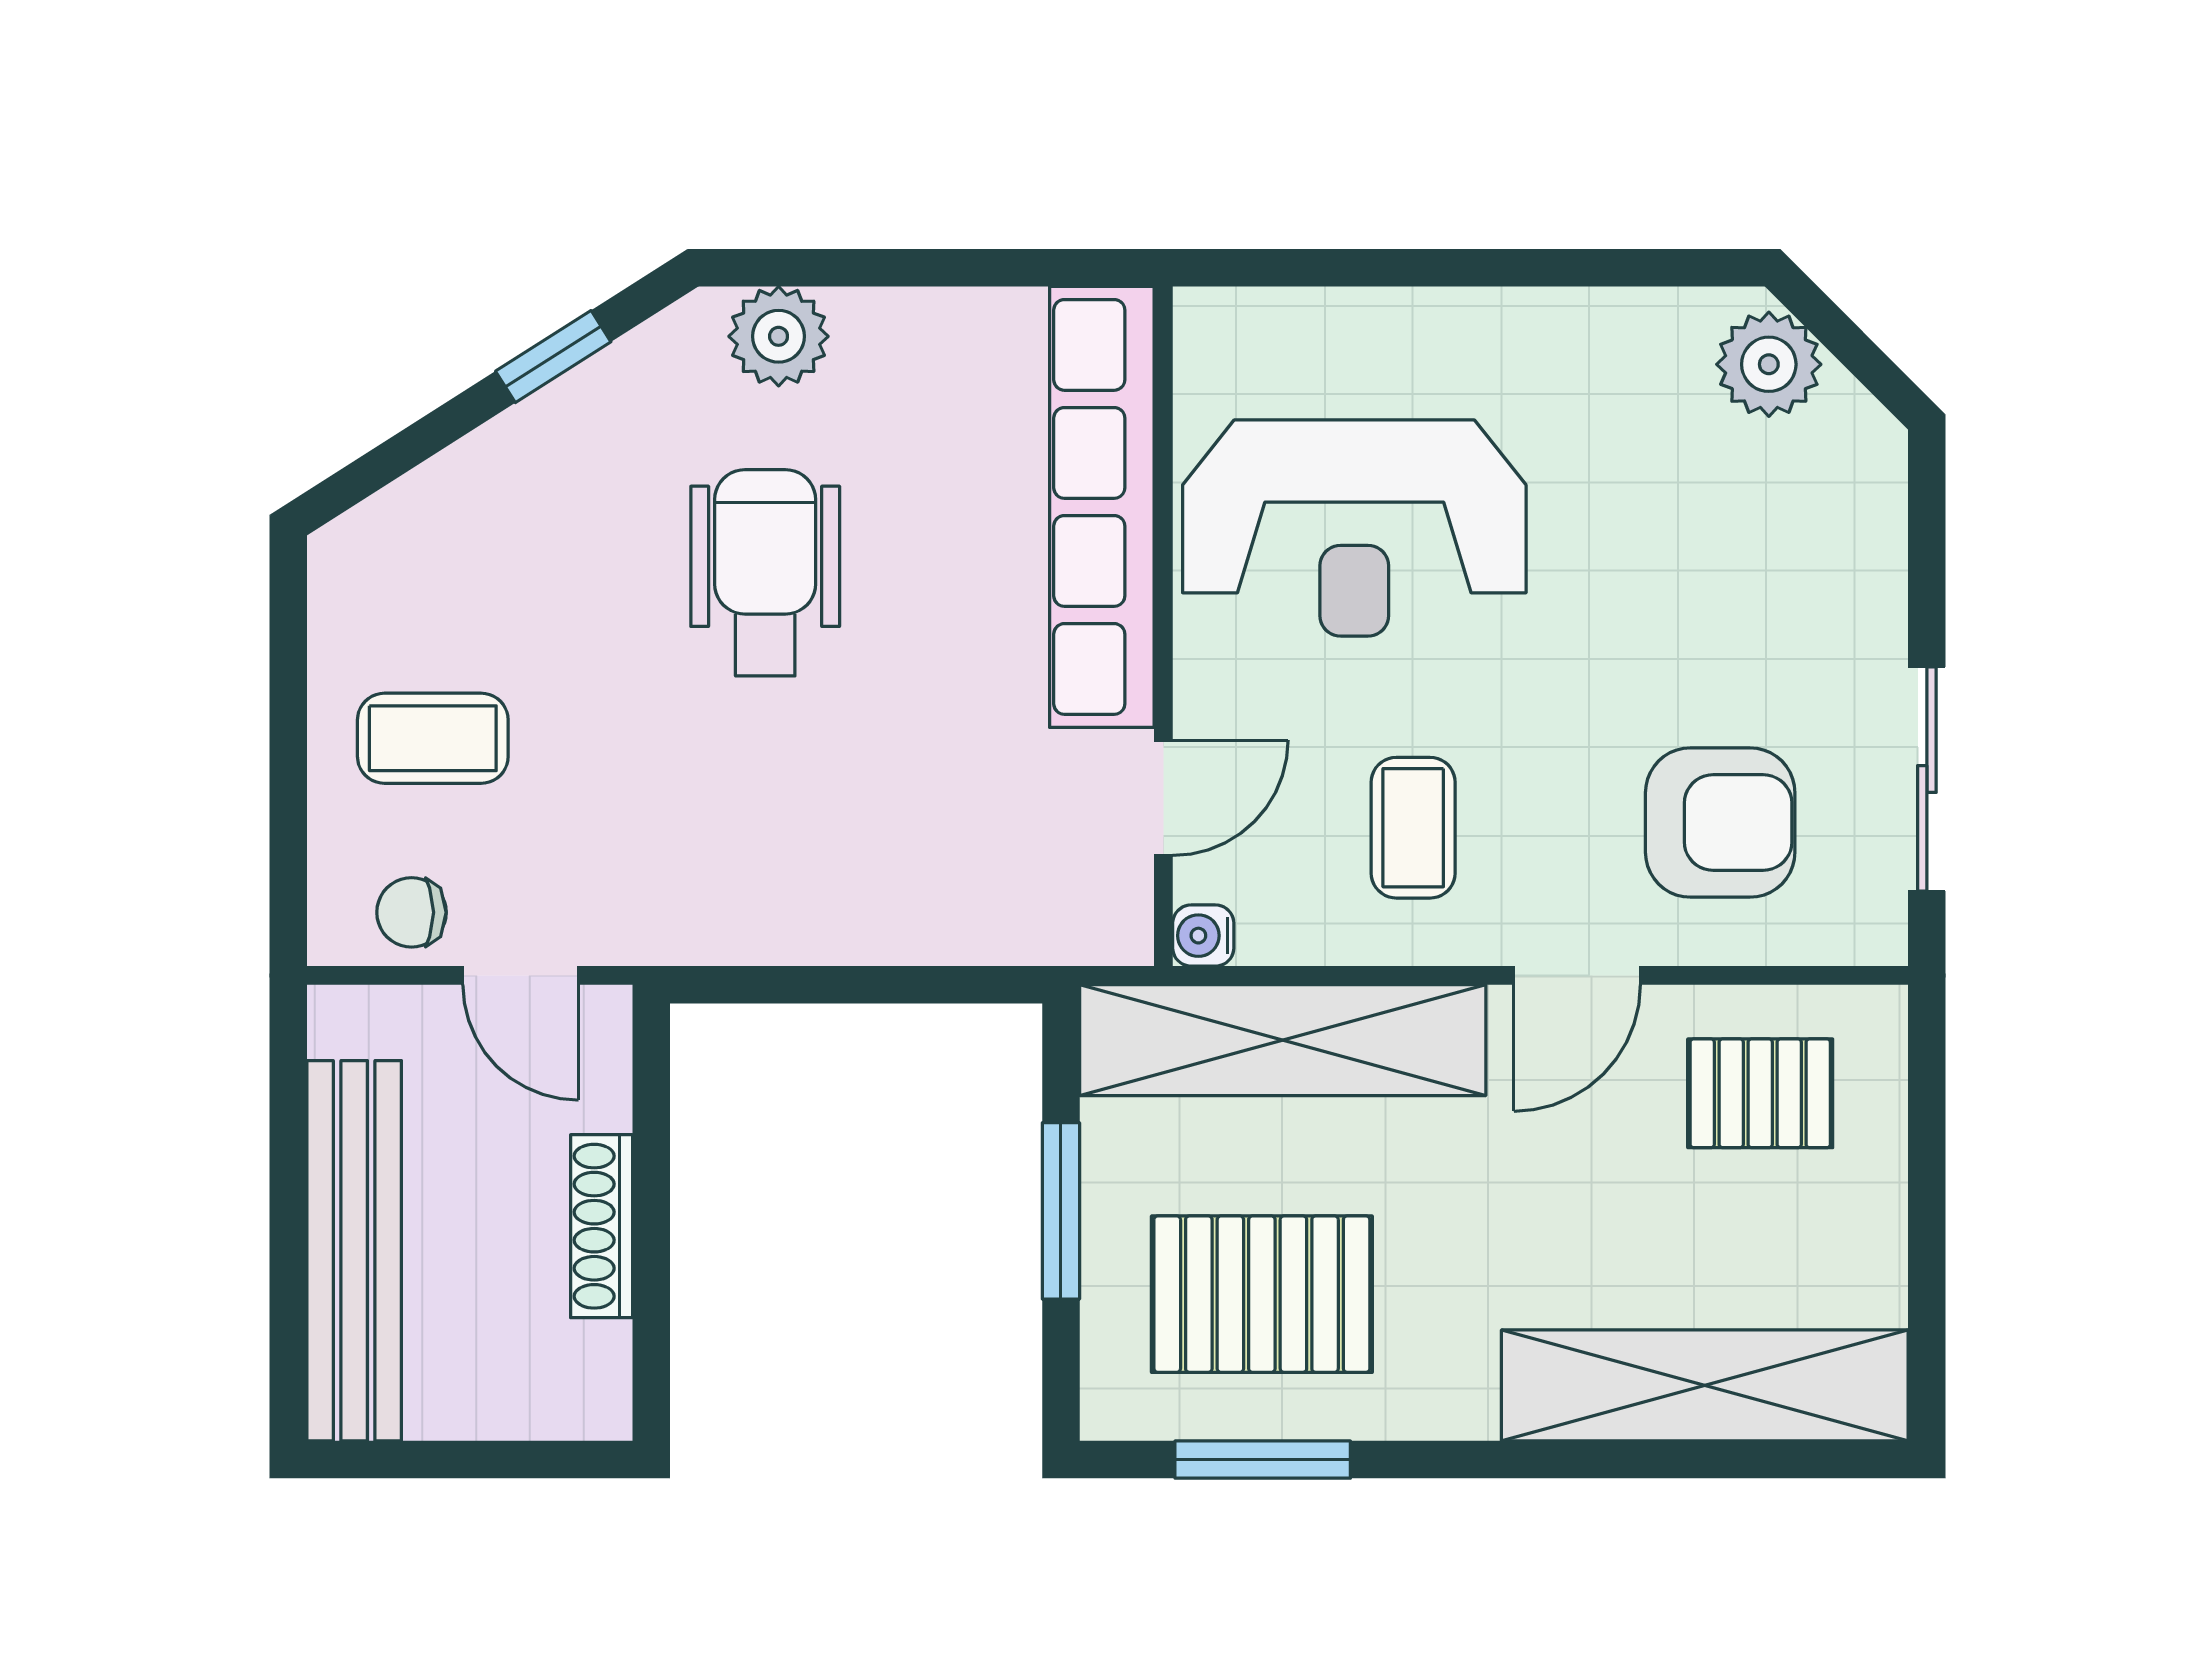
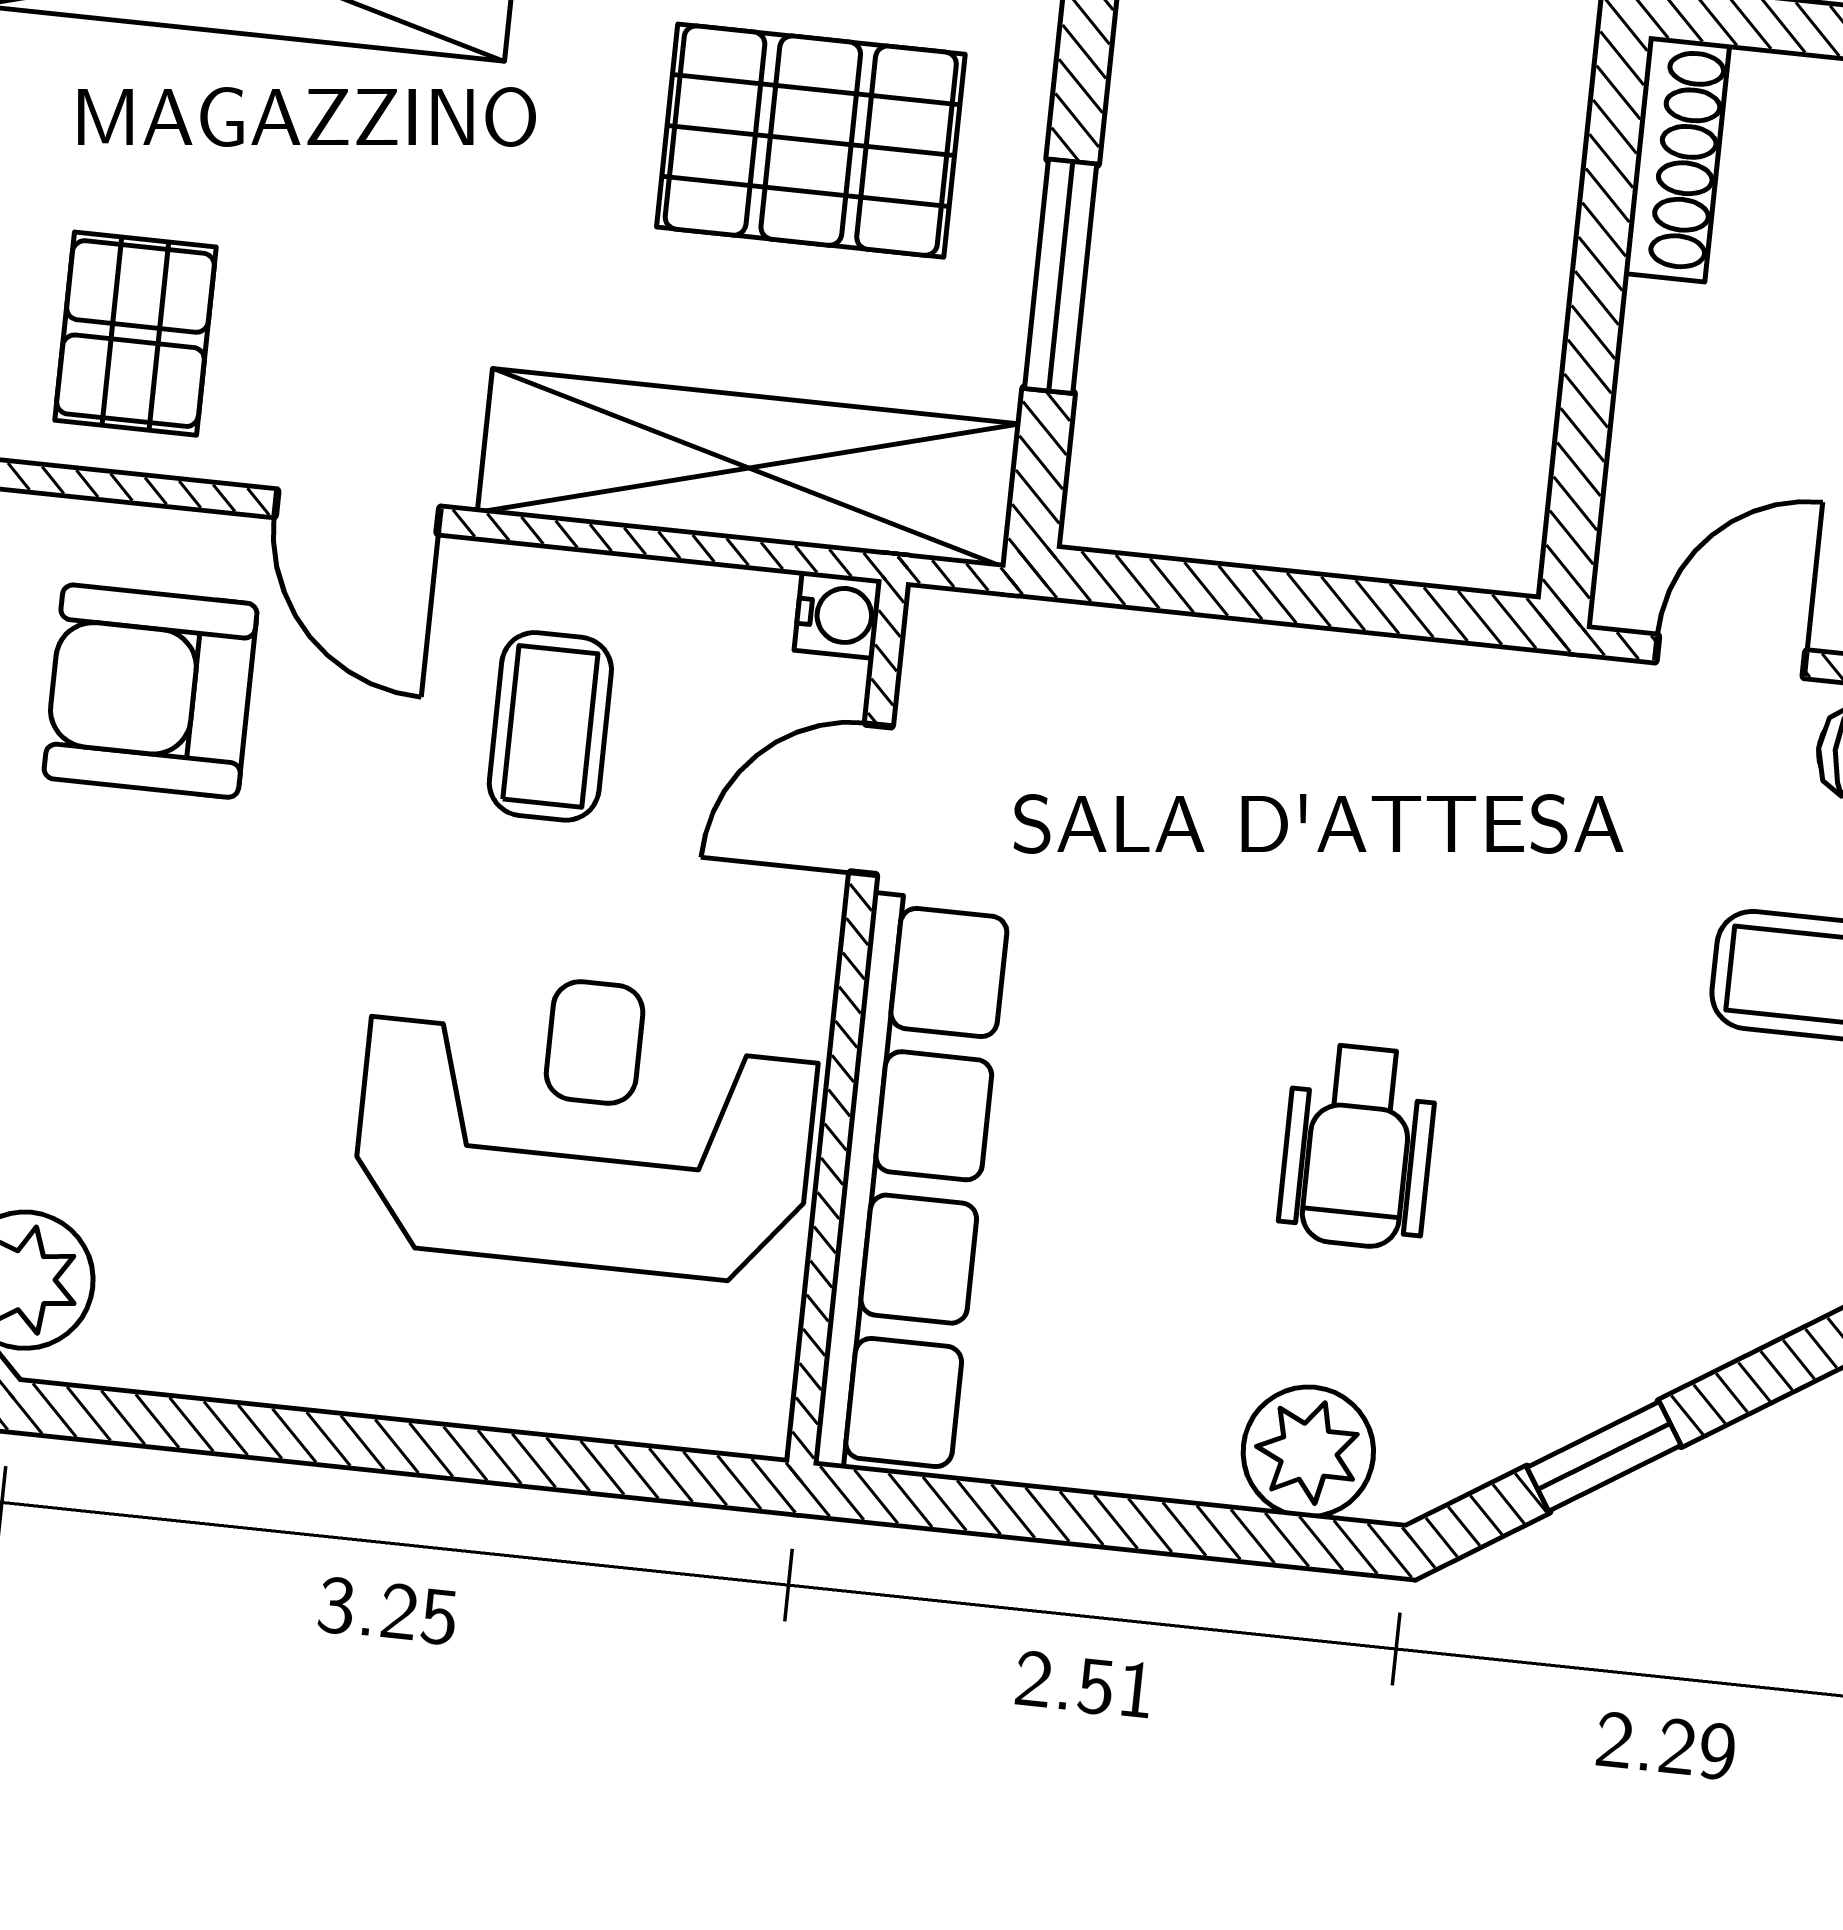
wheelchair: (765, 573) -> (1358, 1146), width x0.73, depth x0.73
door: (521, 975) -> (1731, 656), hinge flipped
door: (1577, 975) -> (357, 512), swing flipped
pallet: (1760, 1093) -> (135, 334), turned 90
shoe rack: (602, 1226) -> (1677, 159), moved

